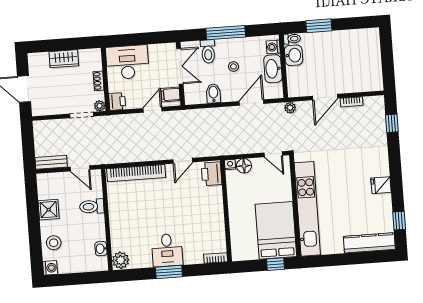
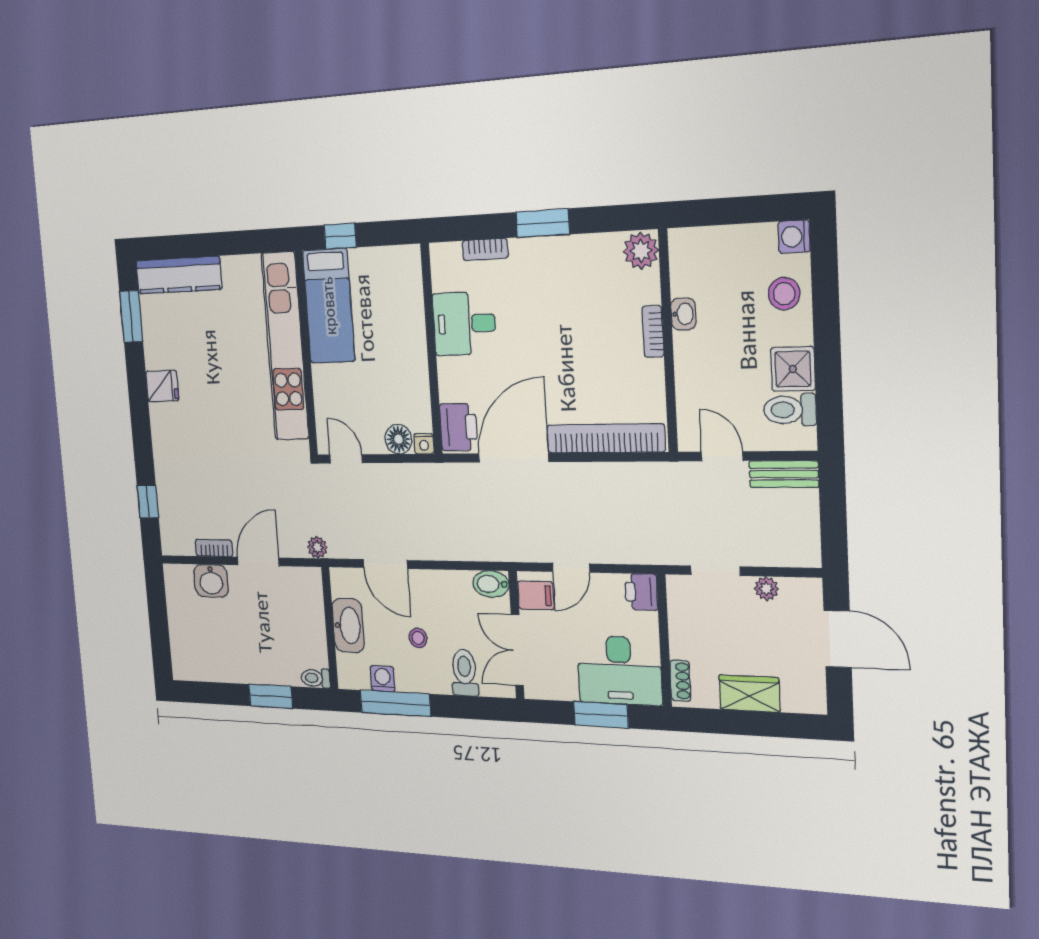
window: (226, 33) -> (395, 703), moved
window: (136, 39) -> (601, 715), added
washing machine: (273, 47) -> (383, 679), moved, turned -90
washbasin: (294, 55) -> (211, 581), moved, turned -90
shoe rack: (99, 81) -> (680, 681), moved
bidet: (213, 93) -> (491, 584), moved, turned 90
door: (251, 102) -> (385, 564), hinge flipped
plant: (100, 106) -> (766, 589), moved
door: (183, 161) -> (513, 458), width x1.87
toilet: (92, 206) -> (790, 410), moved, turned 180
window: (399, 221) -> (131, 317), width x1.50
bookcase: (114, 224) -> (653, 331), added
bed: (276, 230) -> (329, 306), width x0.67
washbasin: (101, 249) -> (683, 314), moved
desk: (167, 250) -> (464, 324), moved, turned -90
bookcase: (216, 258) -> (485, 249), moved

